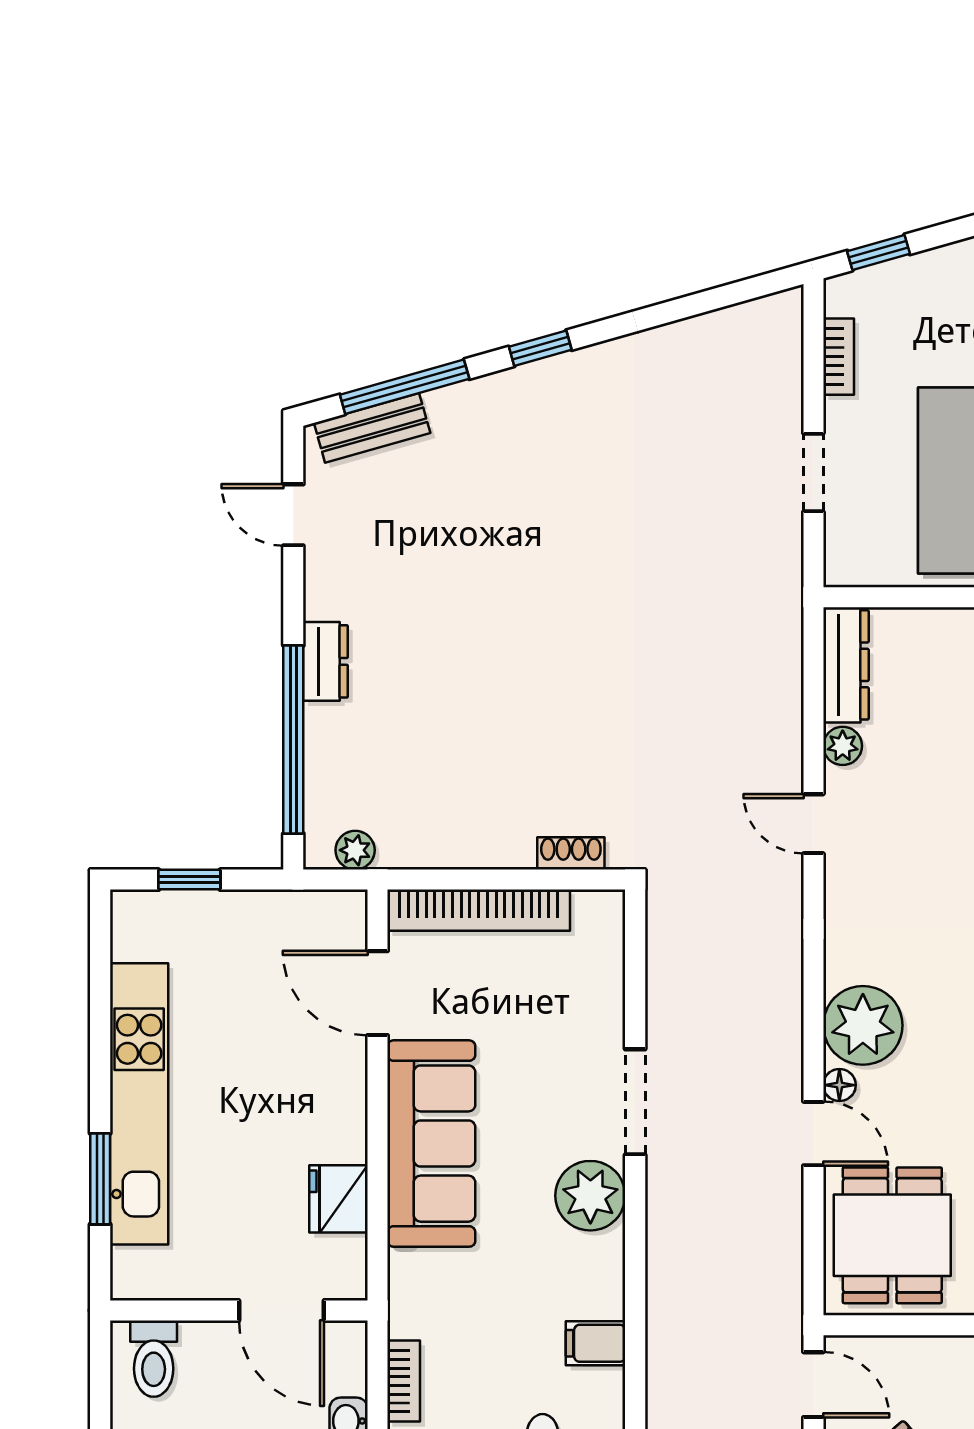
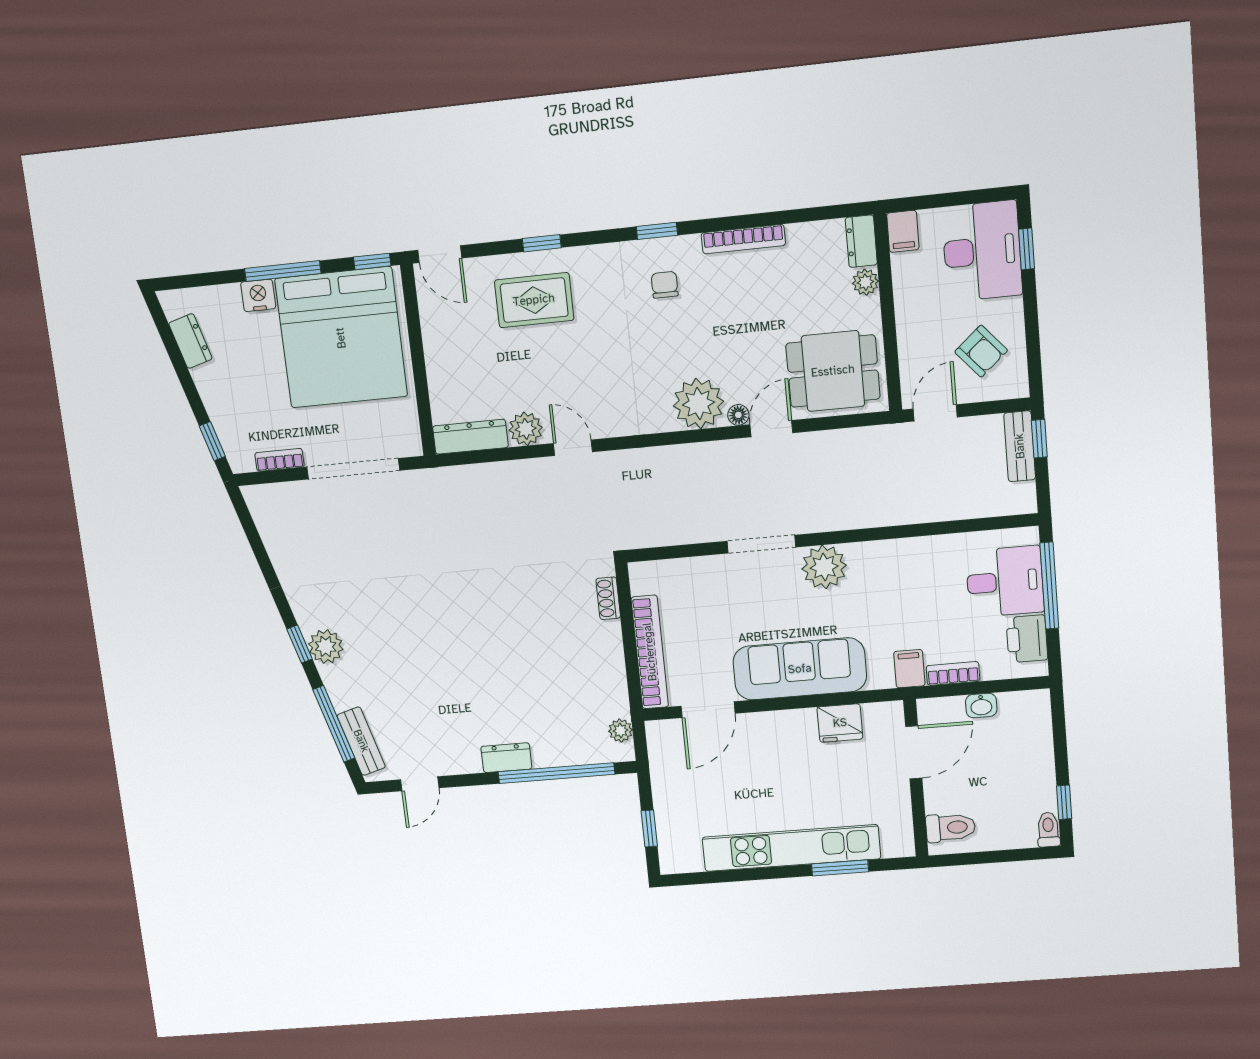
plant: (533, 390) -> (326, 647), added
doorway: (813, 473) -> (353, 469), width x1.88
plant: (843, 746) -> (526, 429), width x1.38, depth x1.38
door: (813, 824) -> (573, 448), swing flipped
filing cabinet: (596, 1343) -> (909, 669), moved, turned 180

